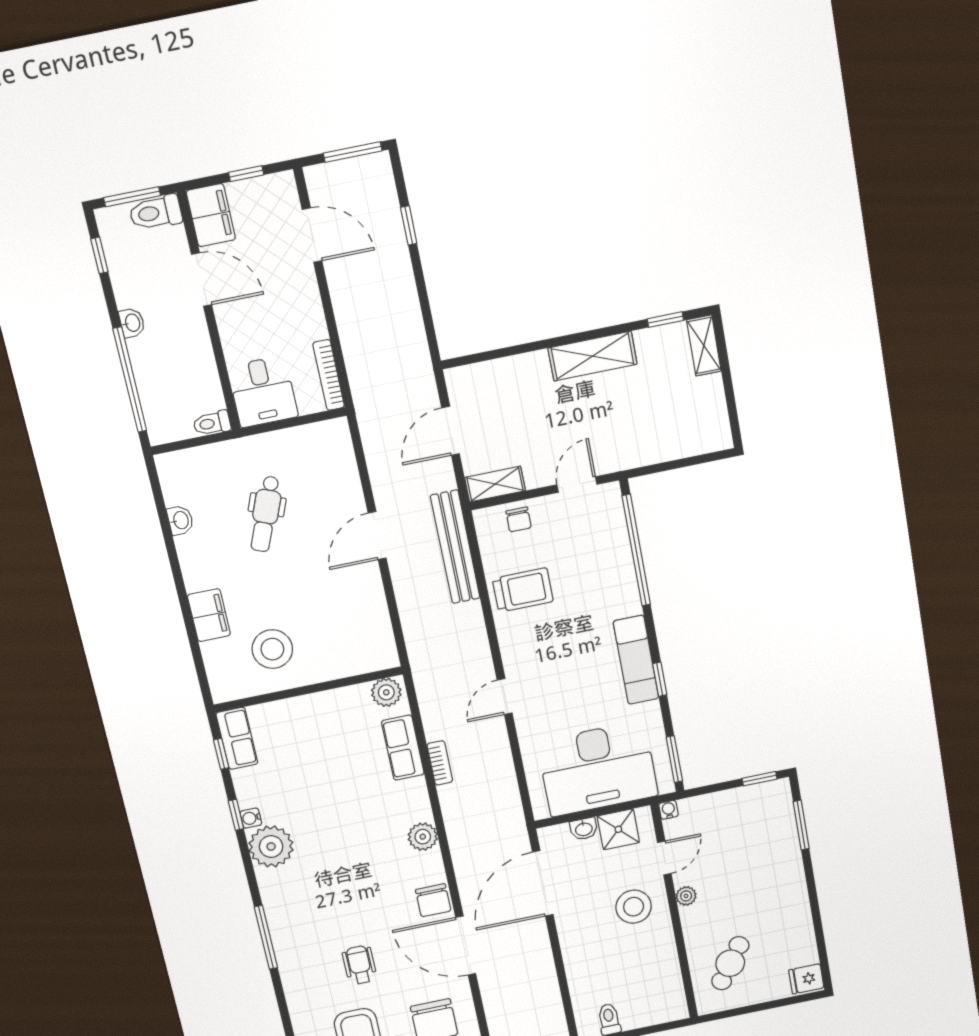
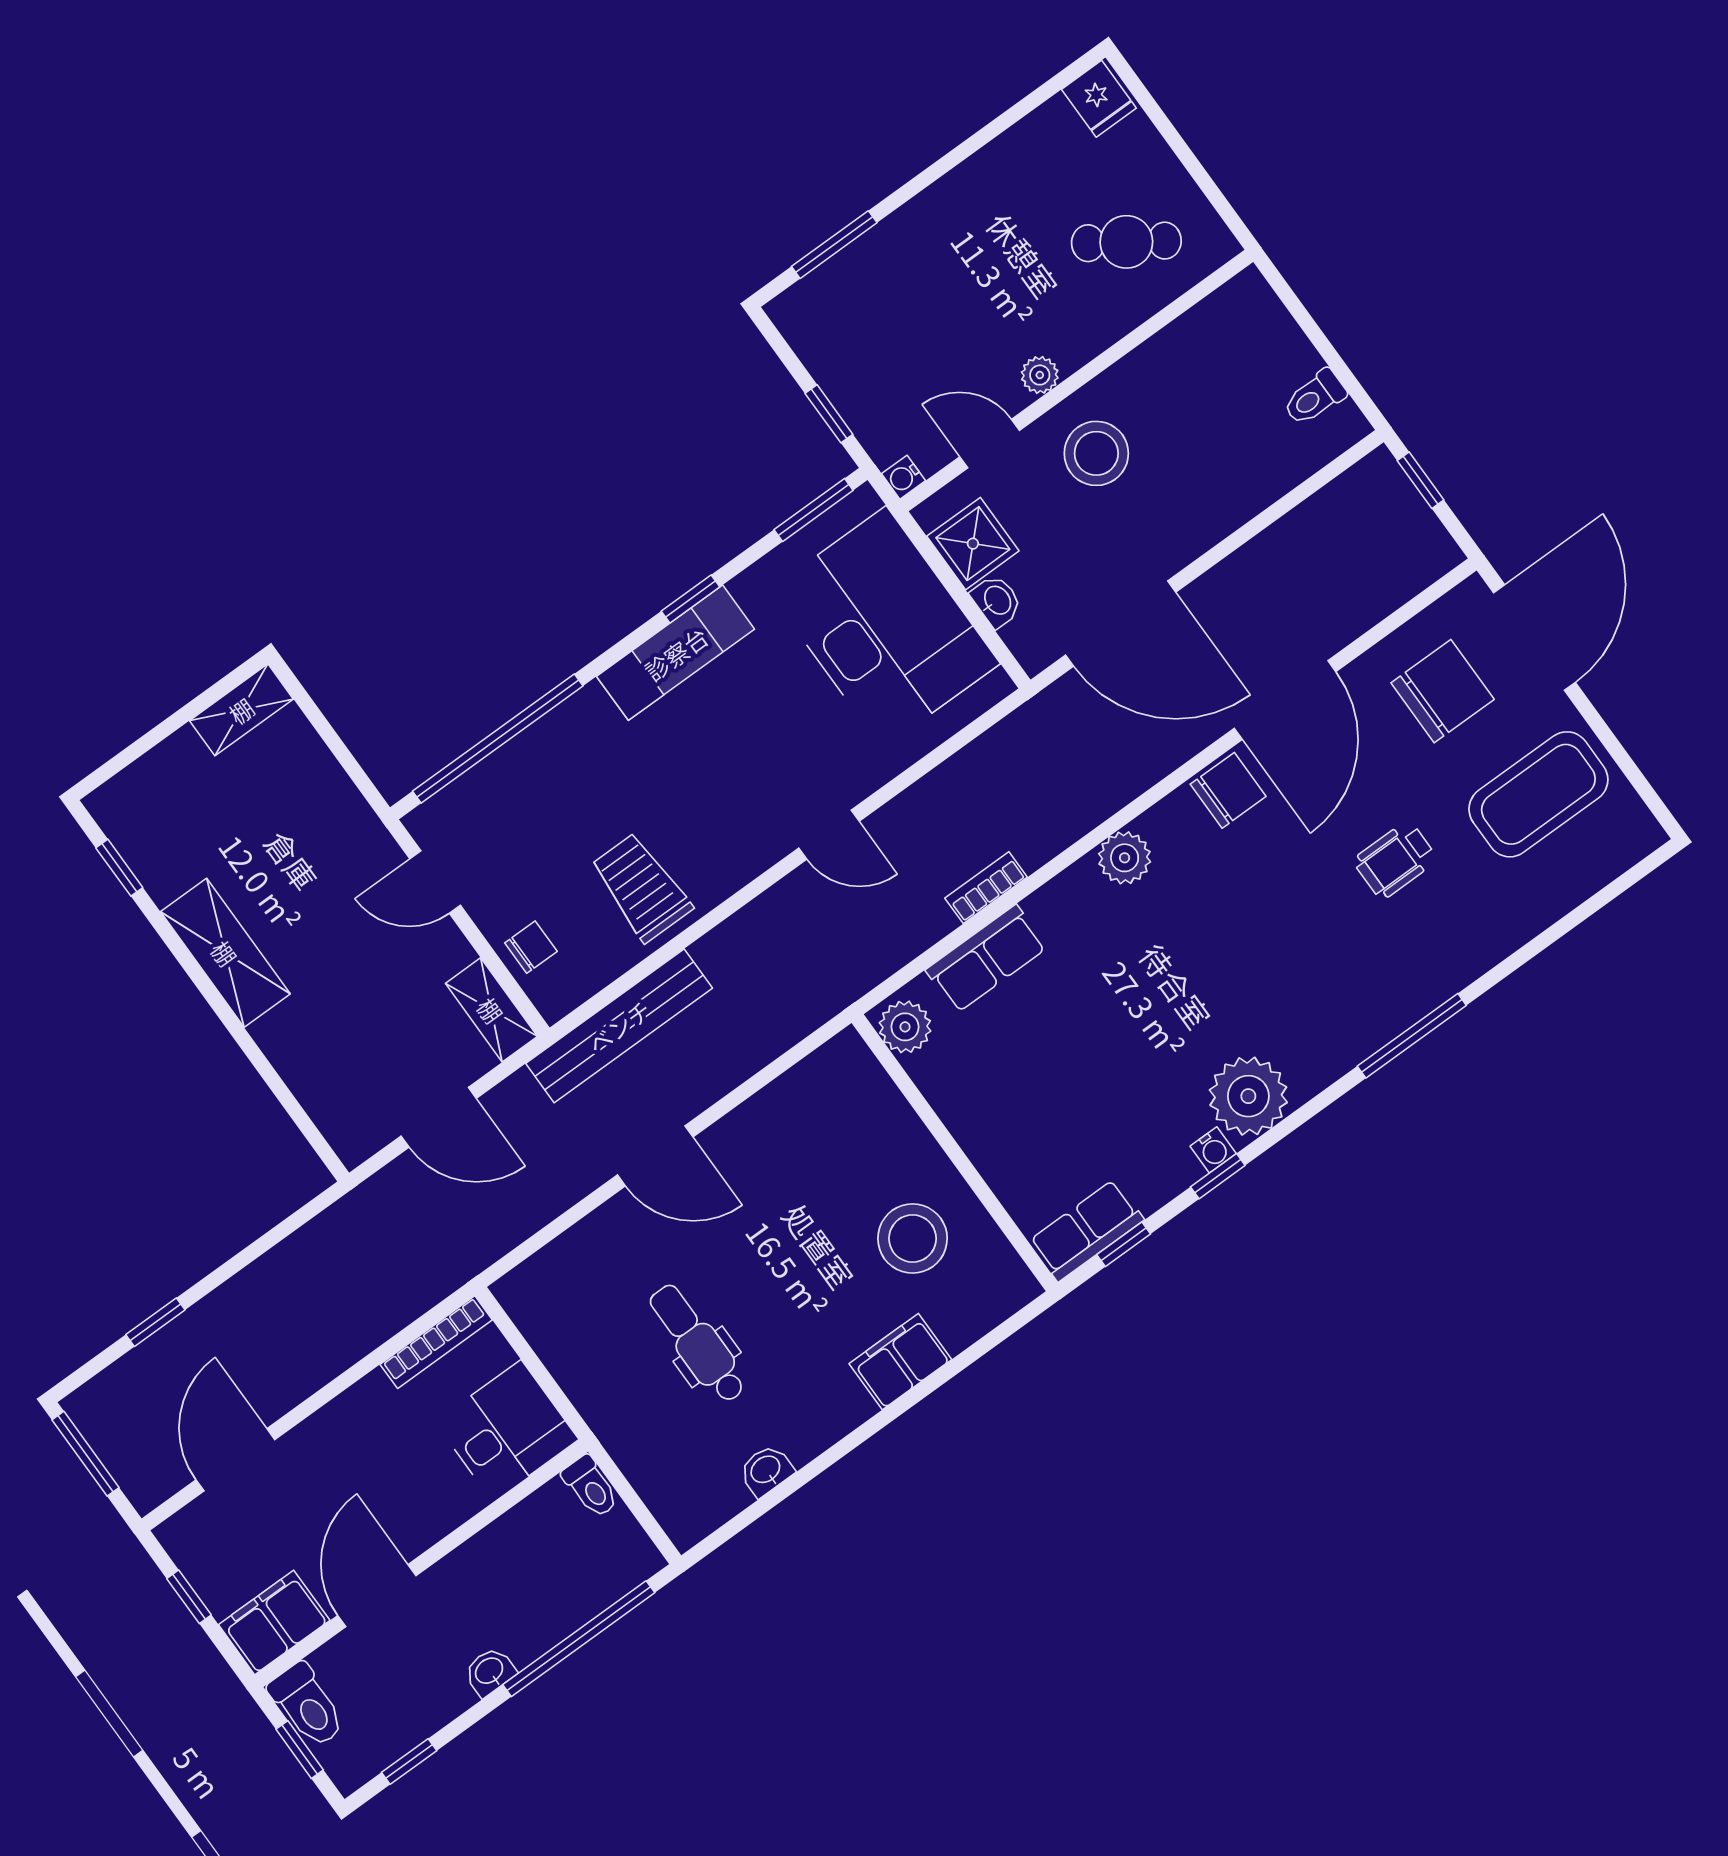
window: (132, 197) -> (300, 1750), width x0.67
shelving: (704, 345) -> (241, 710), moved
dental chair: (266, 514) -> (698, 1344), turned -112
window: (760, 779) -> (829, 414), moved

